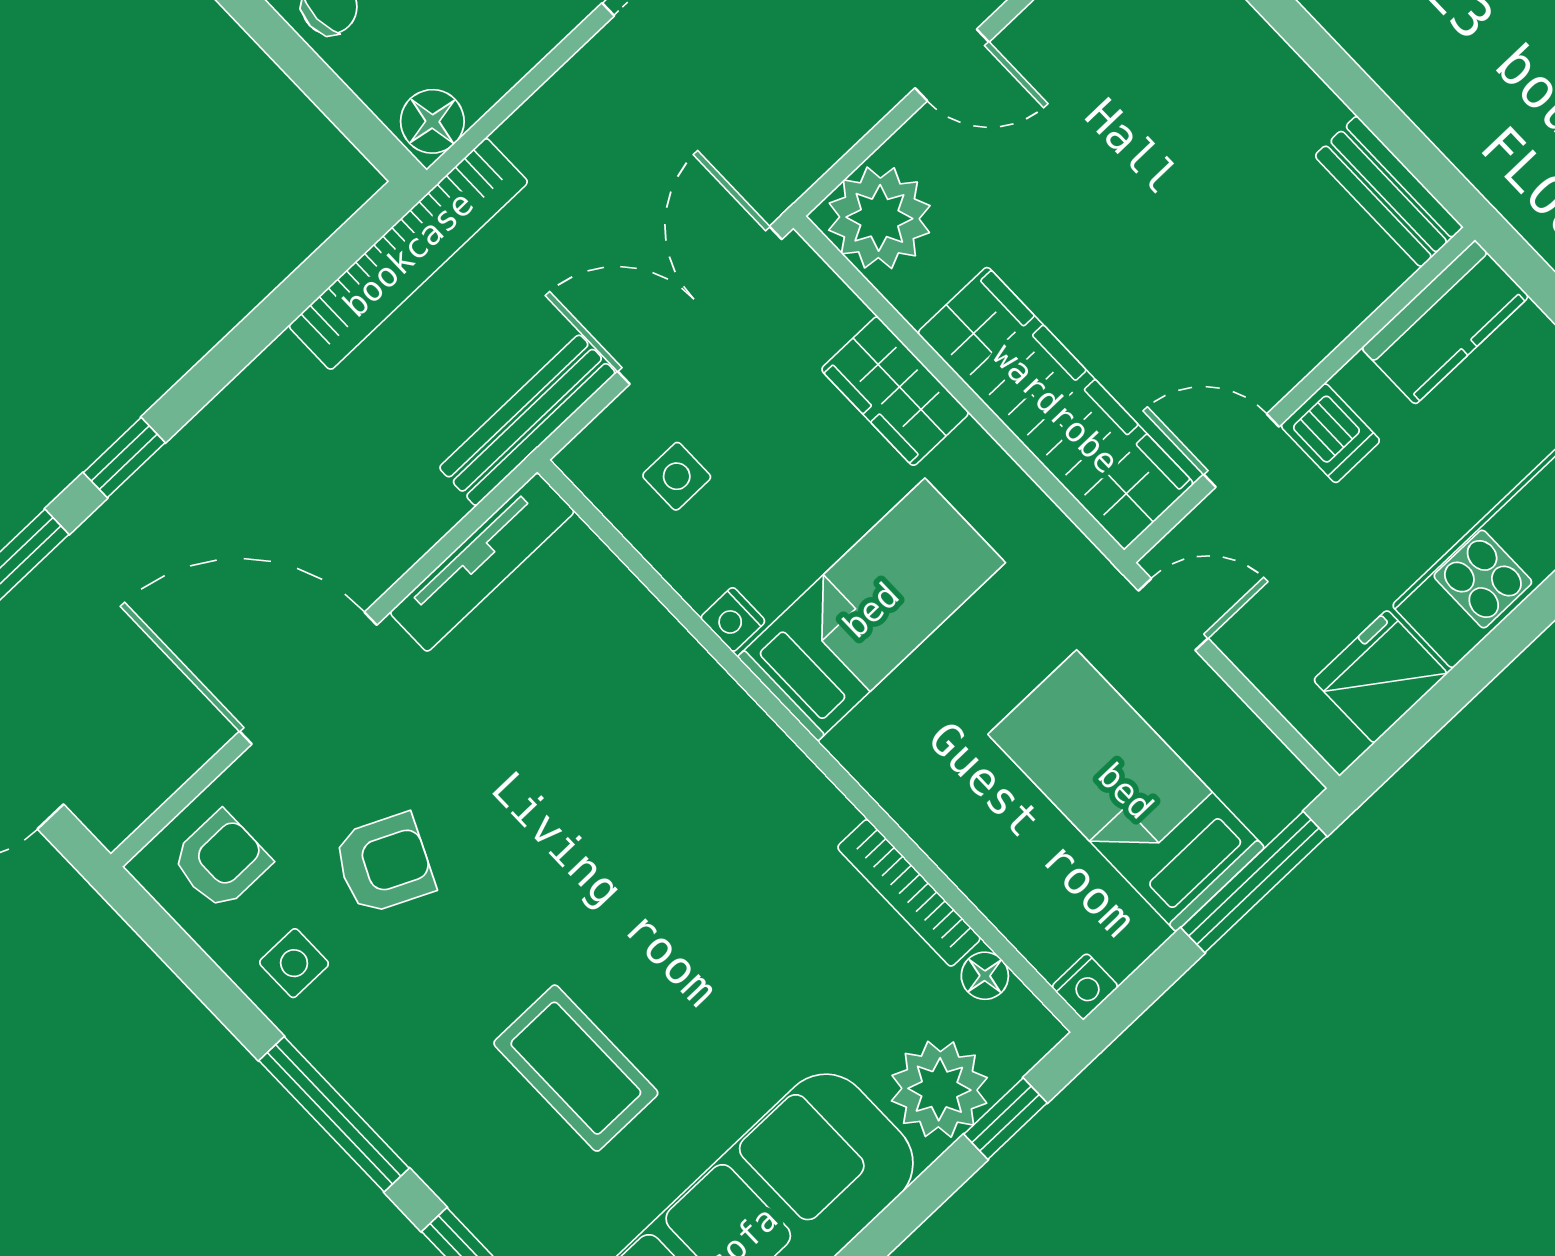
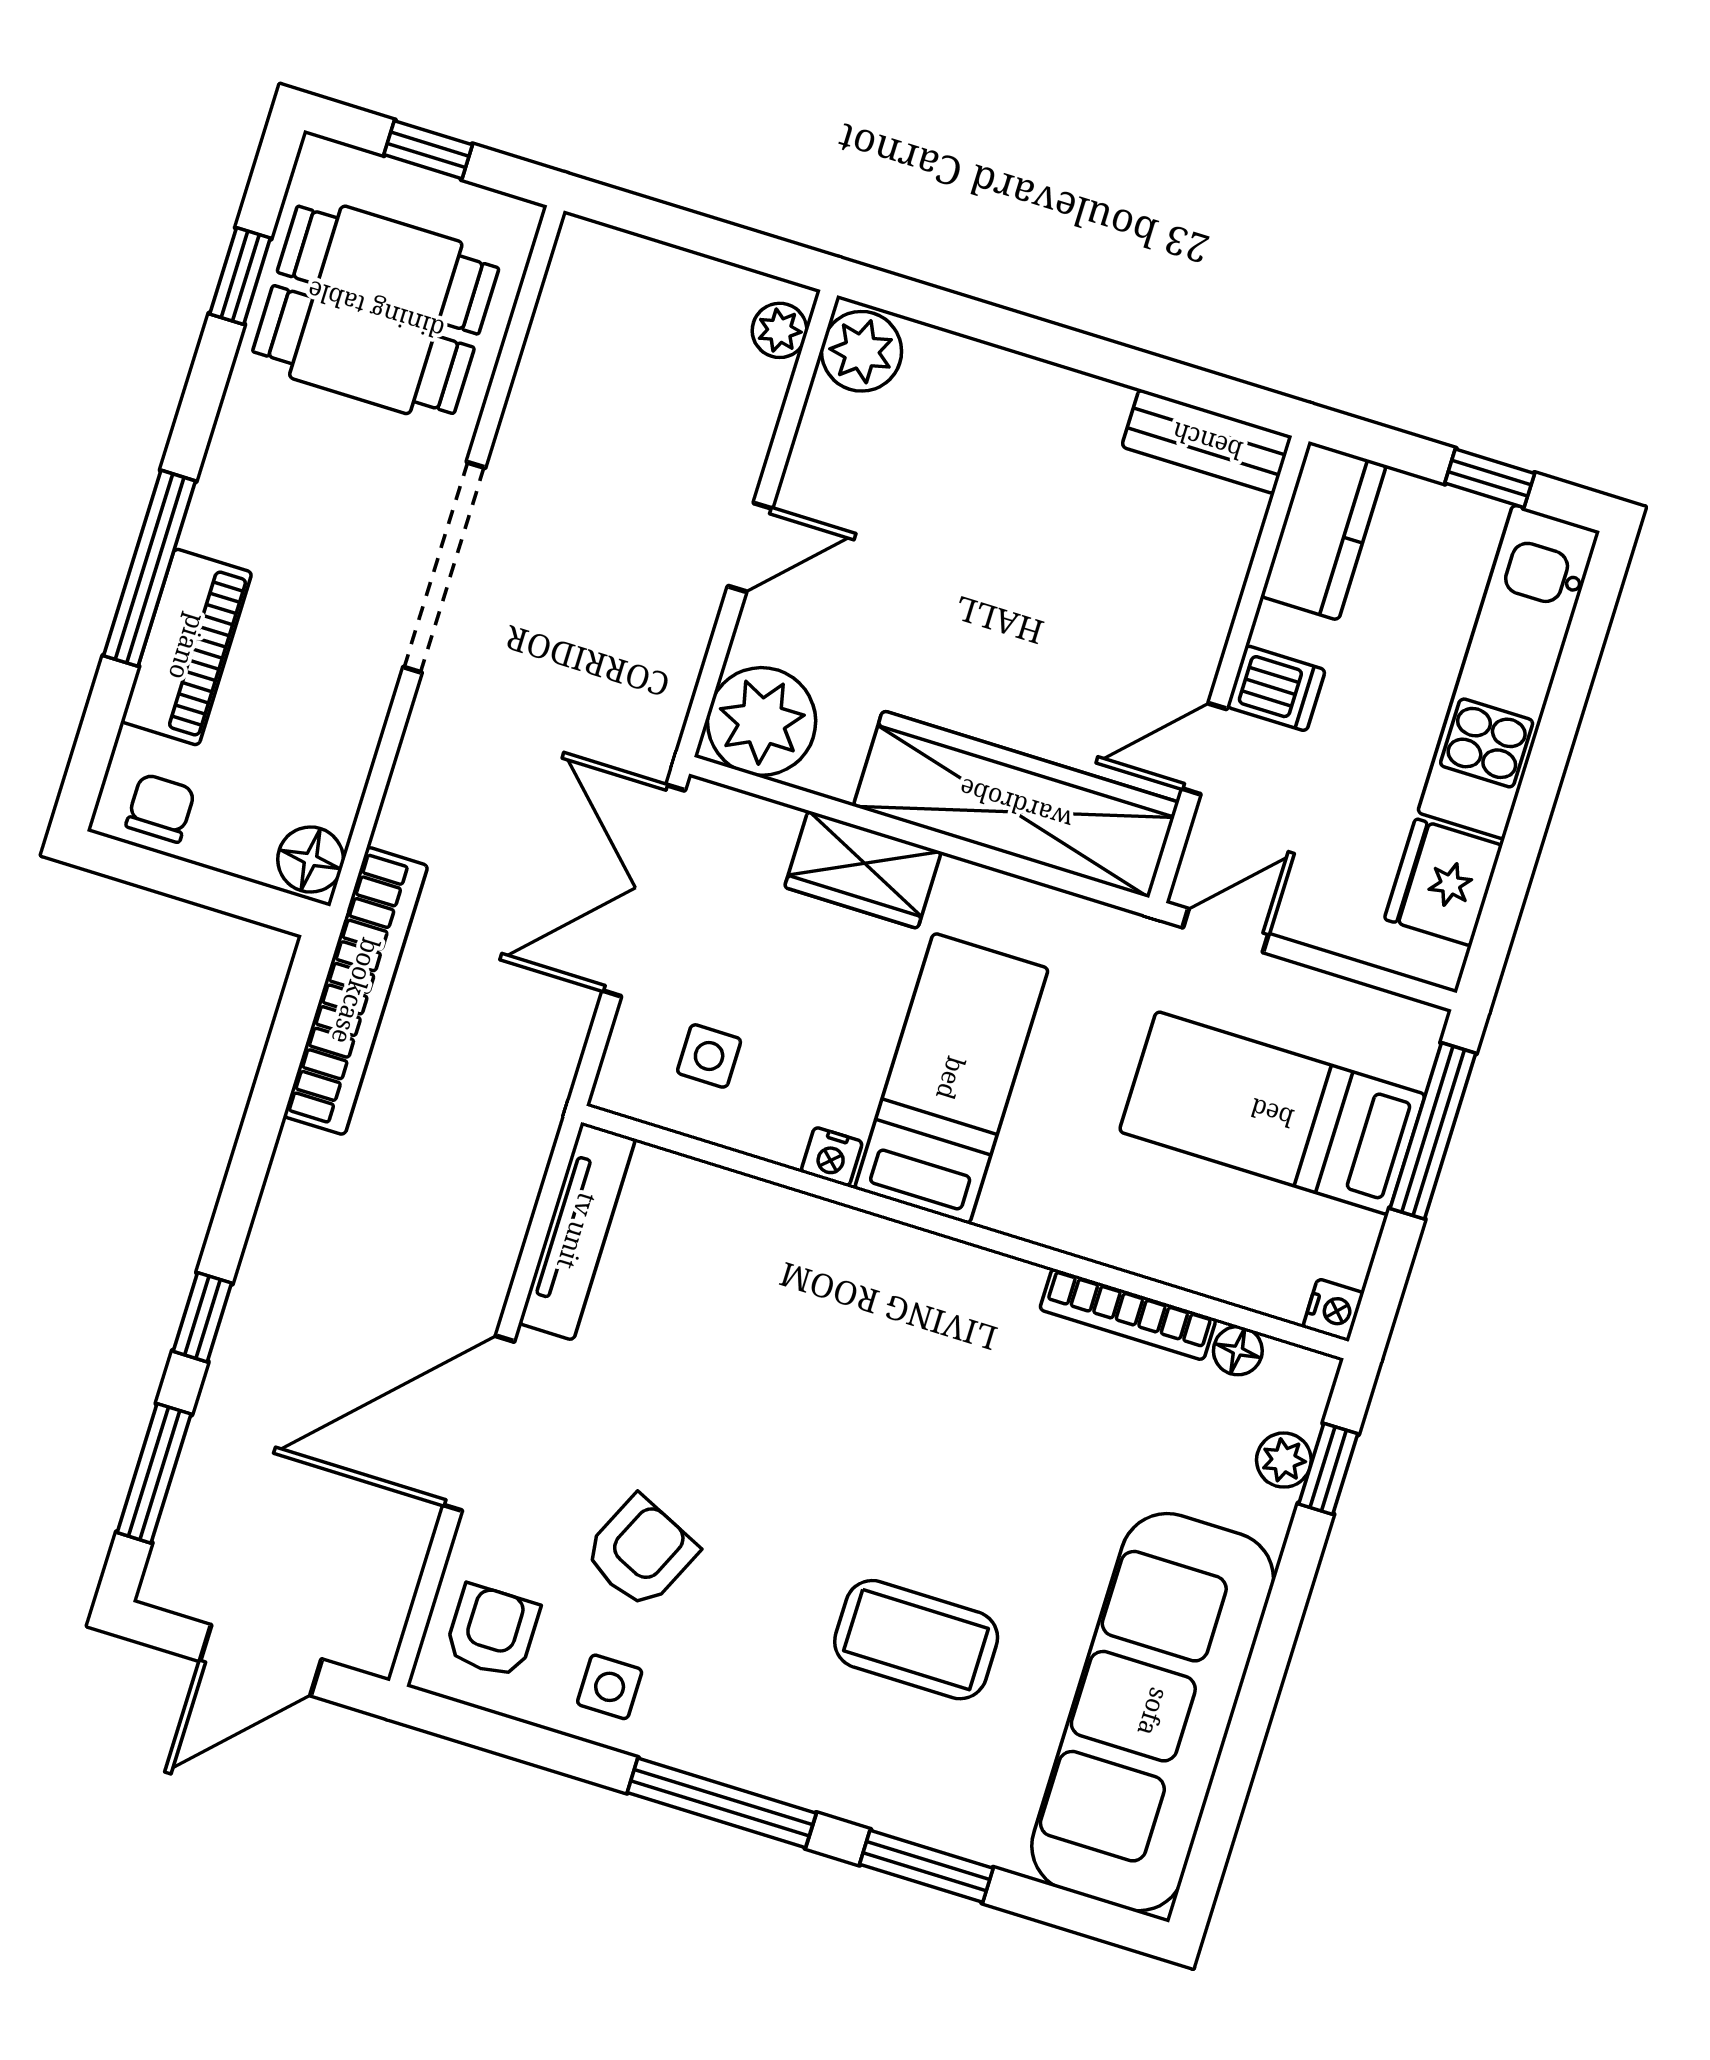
bench: (527, 420) -> (547, 1081), removed
plant: (939, 1089) -> (1284, 1460), width x0.53, depth x0.53

